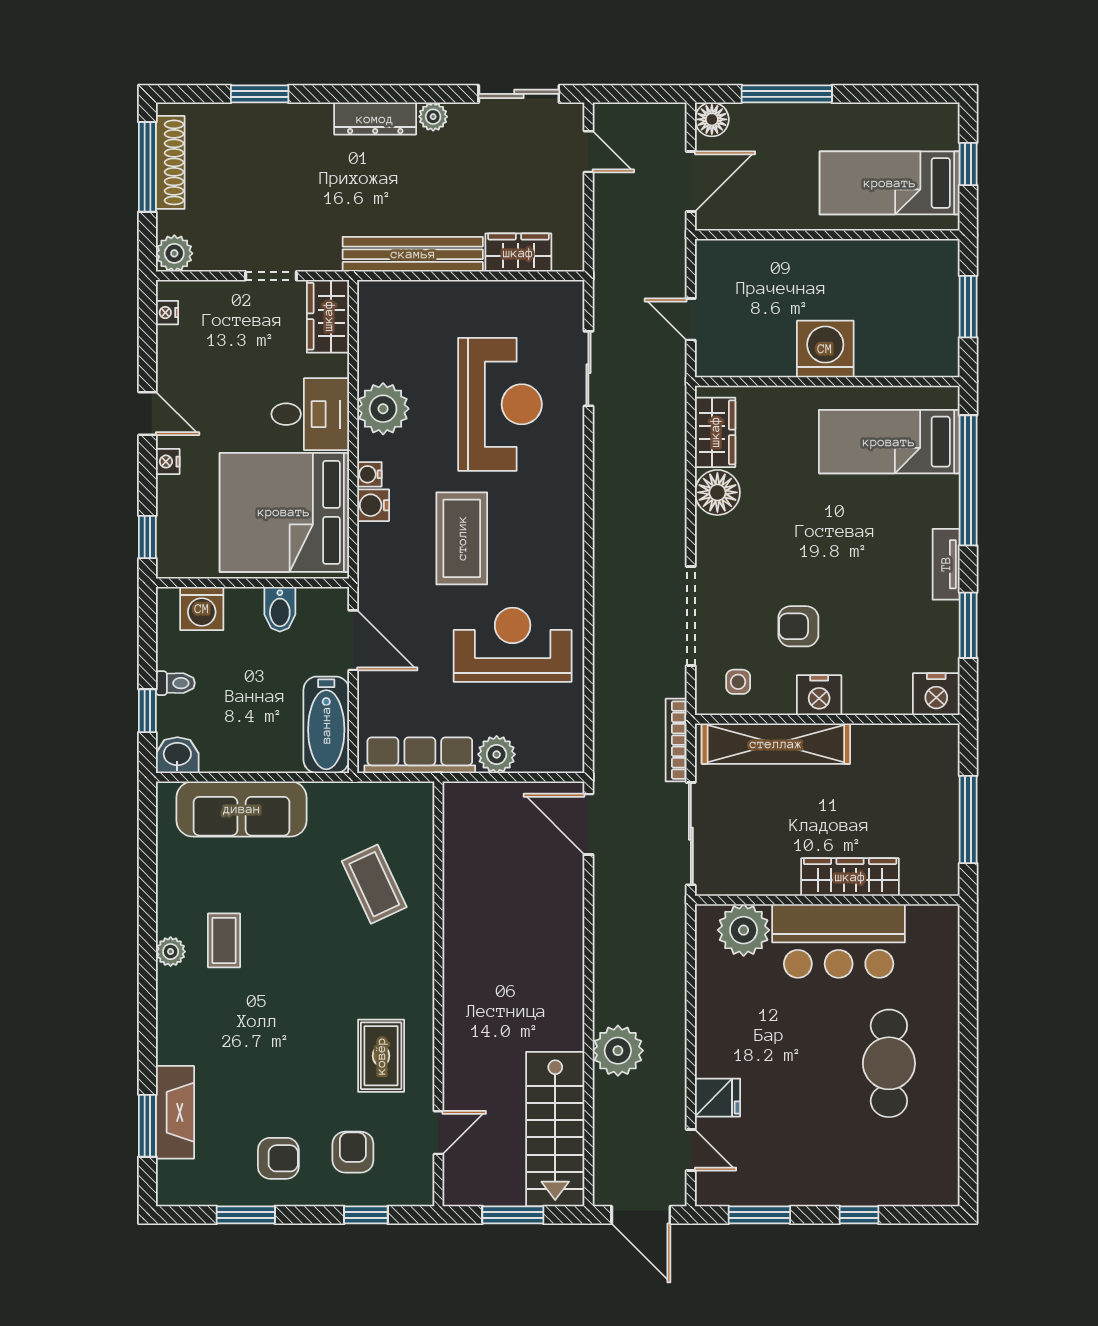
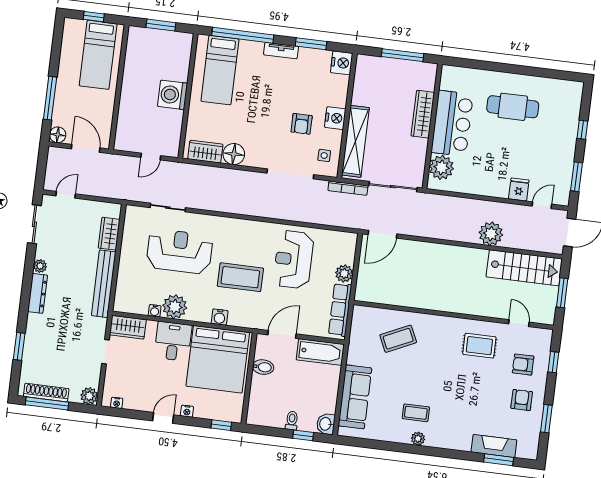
water cooler: (369, 474) -> (155, 311), moved
washing machine: (202, 609) -> (258, 404), removed

